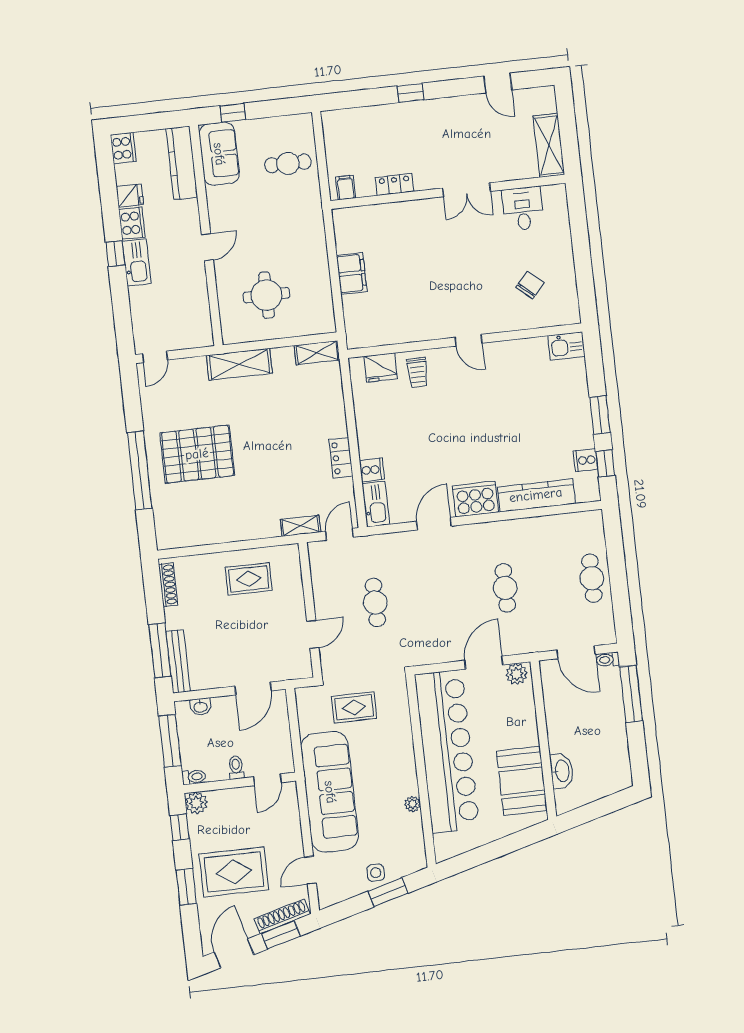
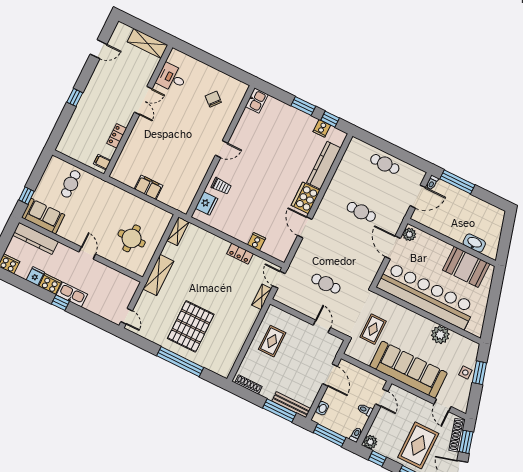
kitchen sink: (376, 504) -> (275, 251), removed
plant: (413, 804) -> (440, 335), width x1.88, depth x1.88

